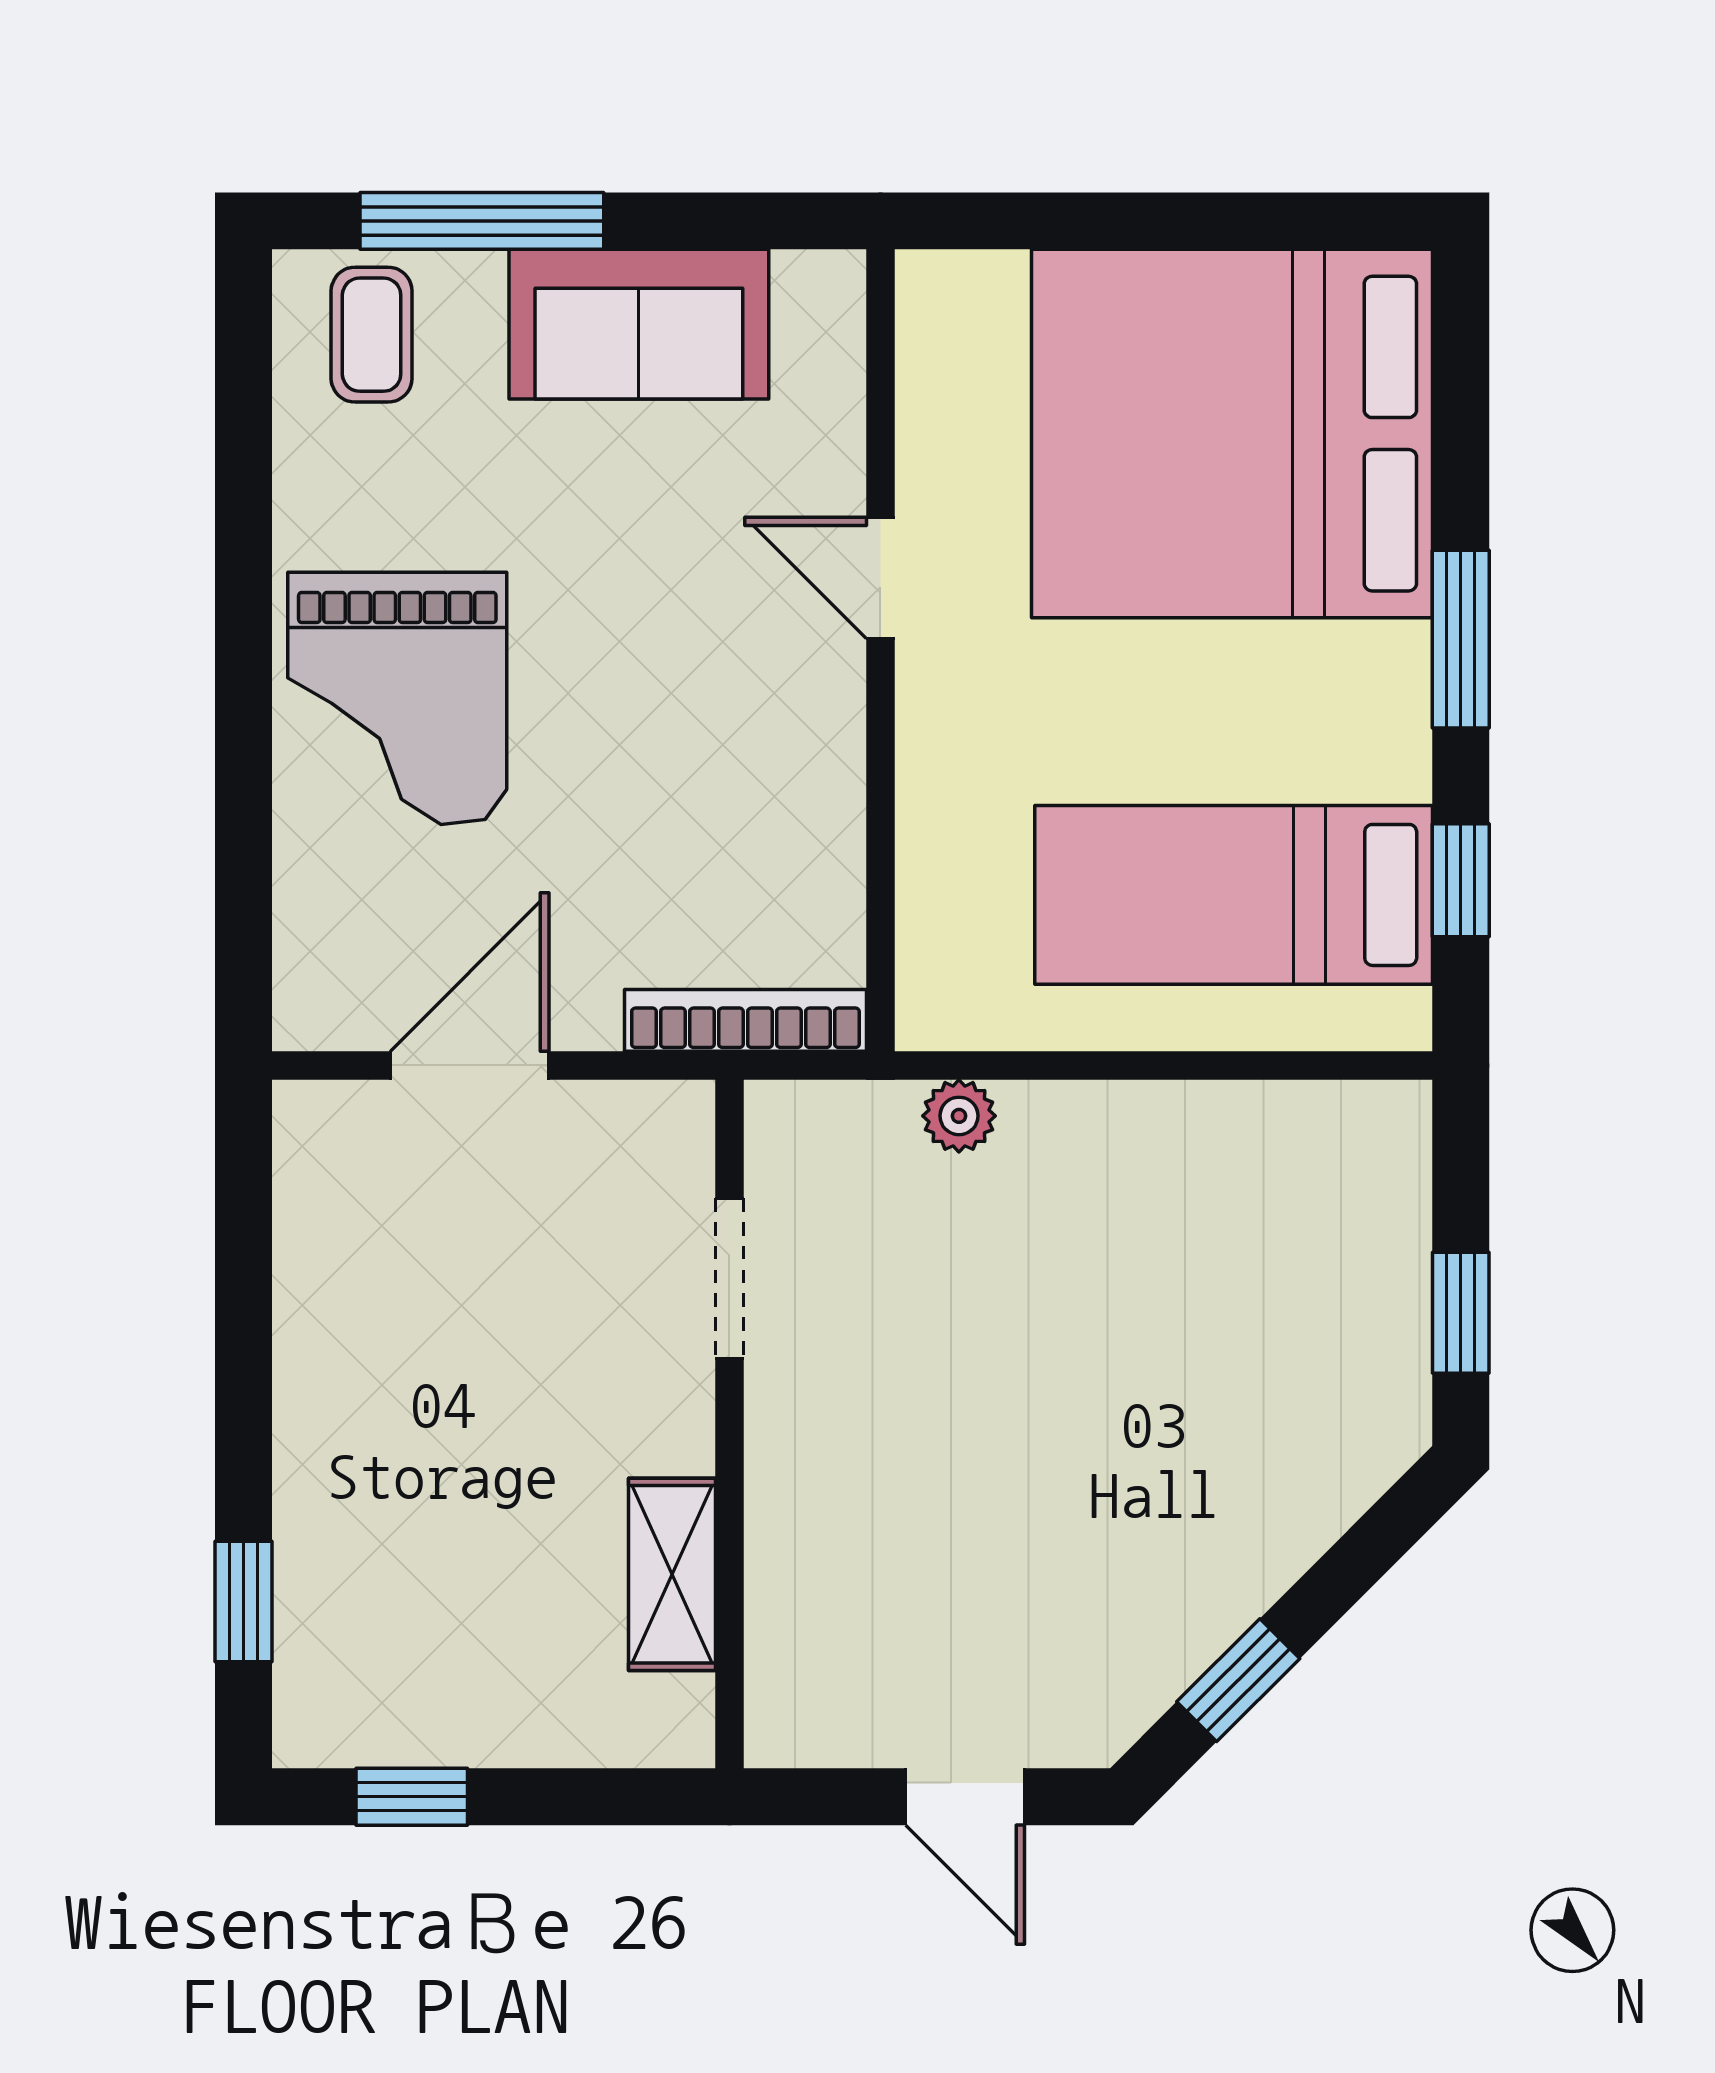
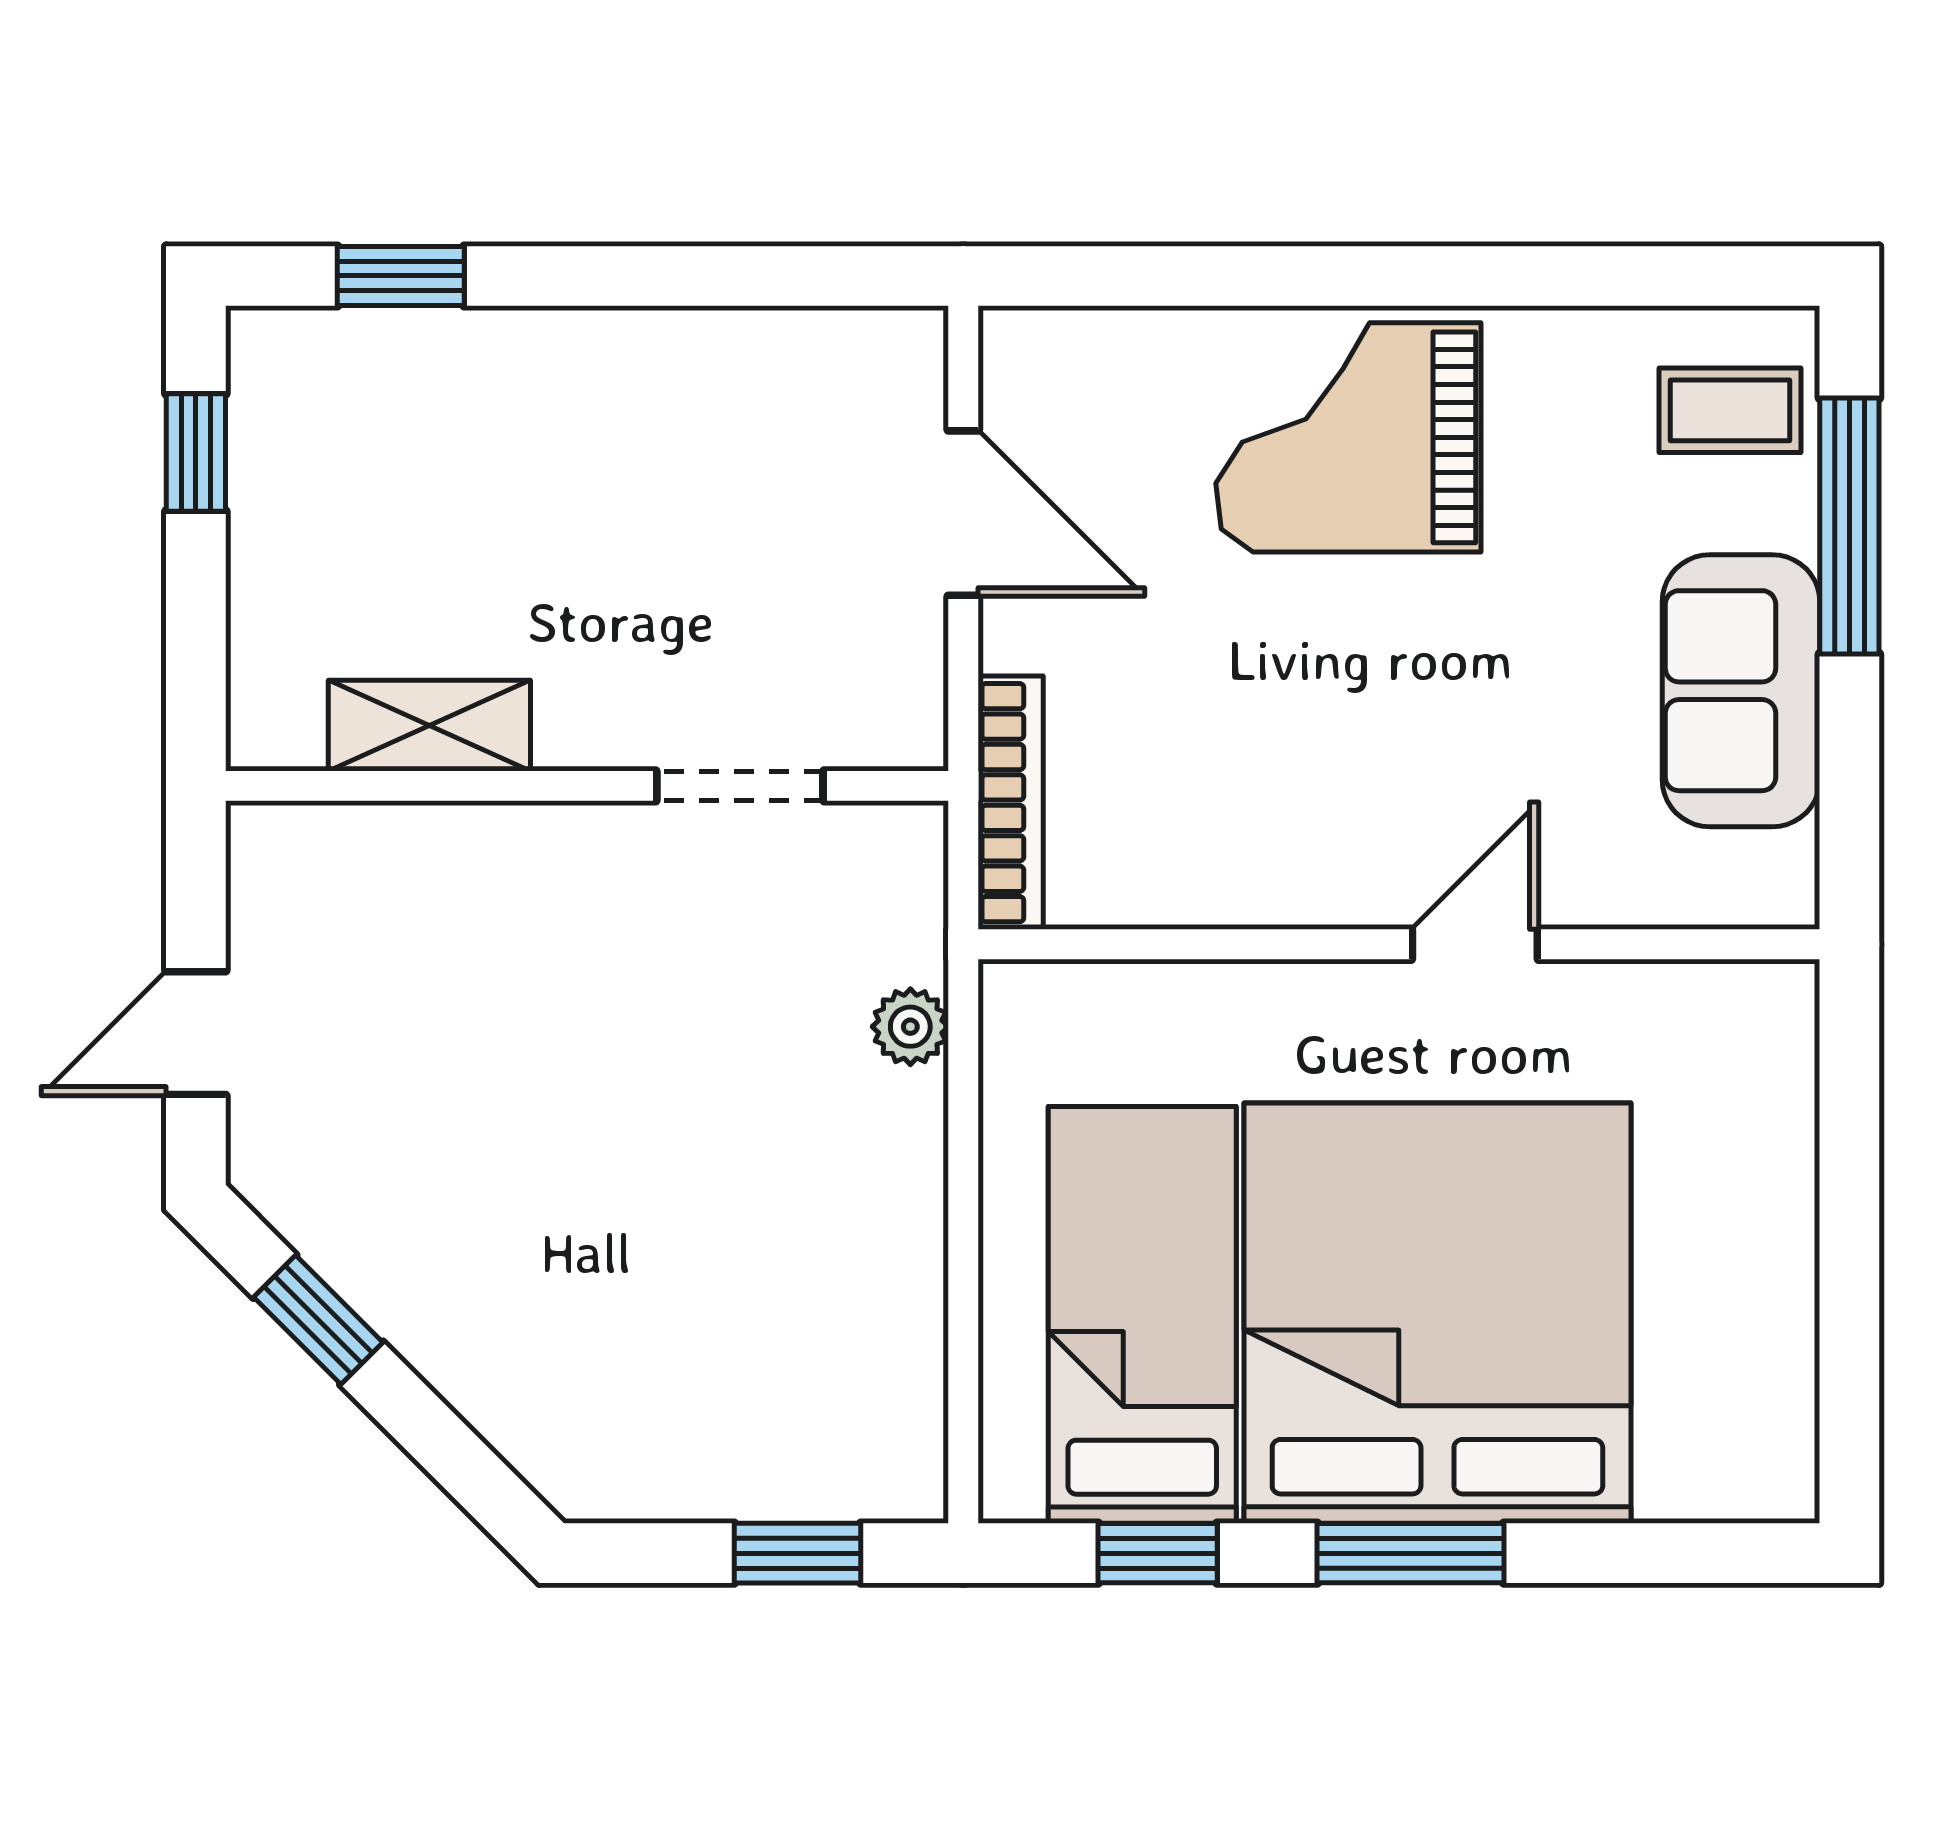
bed: (1232, 434) -> (1437, 1313), moved
window: (1461, 1313) -> (798, 1553), moved

